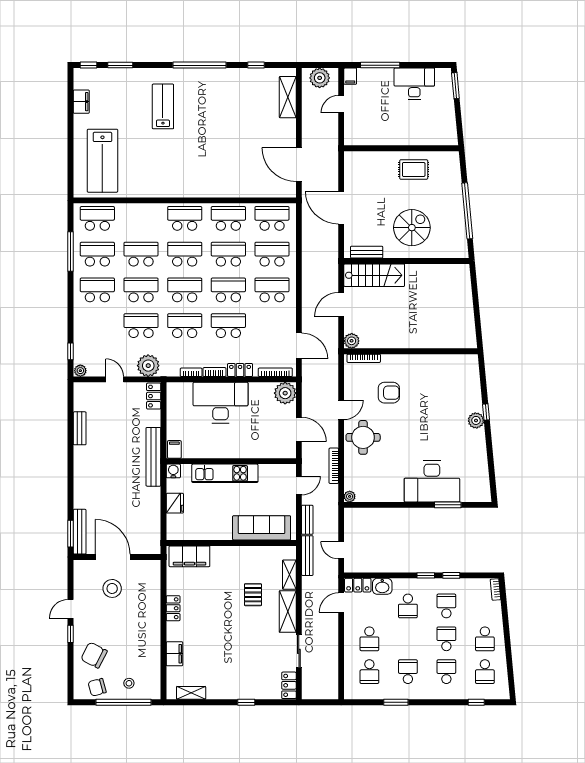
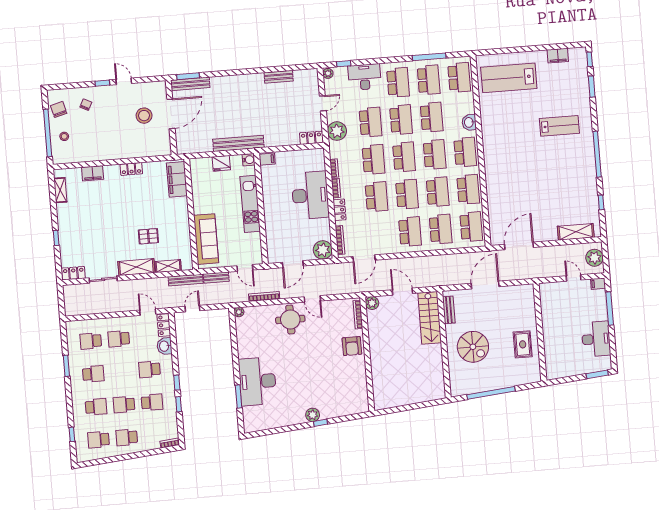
washbasin: (151, 211) -> (469, 122), added
desk: (88, 328) -> (364, 77), added
armchair: (389, 393) -> (352, 346), moved
bench: (153, 457) -> (238, 143), moved
school desk: (446, 639) -> (124, 405), turned 180
chair: (94, 655) -> (86, 105), width x0.54, depth x0.54

